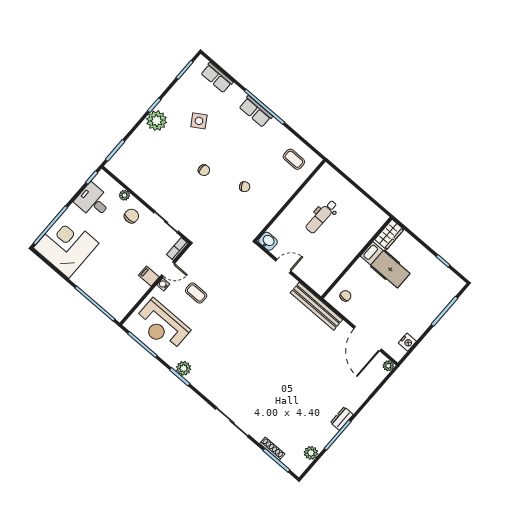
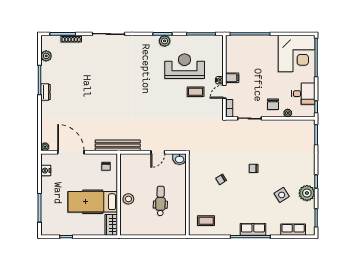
plant: (157, 121) -> (307, 193), moved
stool: (351, 245) -> (128, 199), added
hospital bed: (385, 265) -> (93, 202), width x1.37, depth x1.29
reception desk: (162, 325) -> (185, 66), moved

